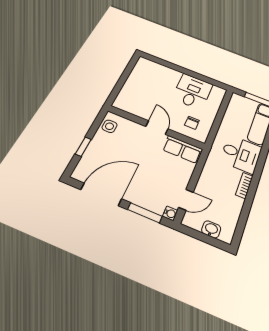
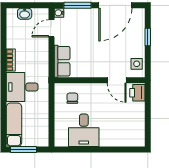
printer: (123, 101) -> (137, 93), added
door: (157, 128) -> (117, 80), moved
row of seats: (182, 149) -> (62, 61), moved, turned 90

